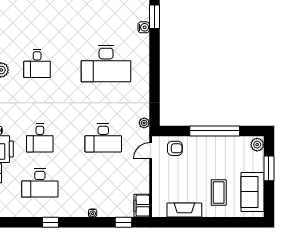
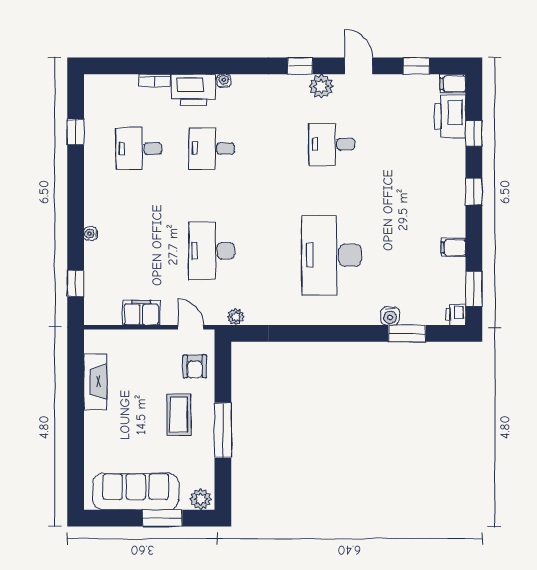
window: (215, 131) -> (223, 430), width x0.68
desk: (40, 183) -> (139, 149), width x0.73
sofa: (252, 192) -> (136, 491), width x1.36
coffee table: (219, 193) -> (179, 415), moved, turned 90
filing cabinet: (142, 206) -> (141, 313), moved
window: (51, 222) -> (76, 132), moved

